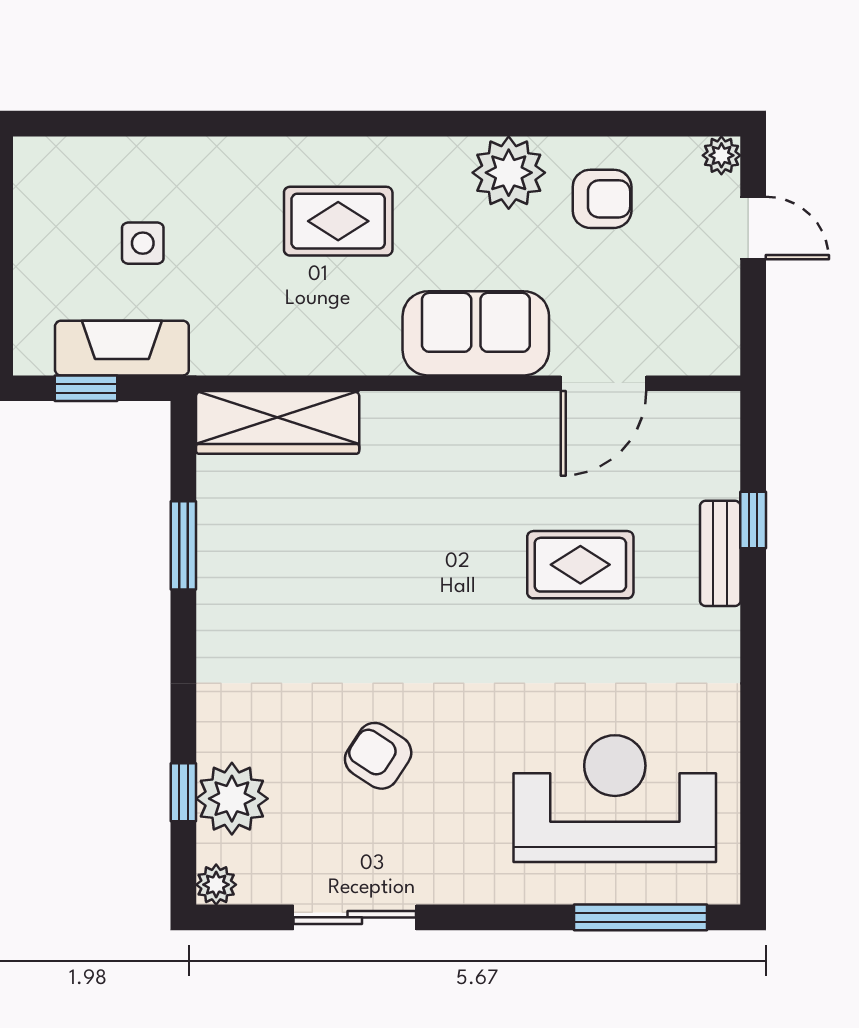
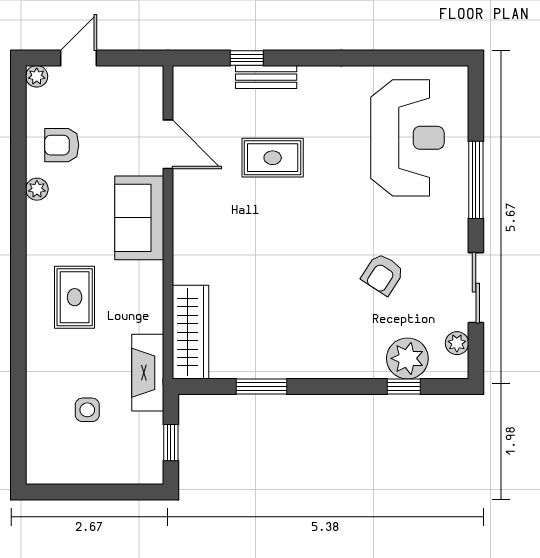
plant: (509, 173) -> (37, 189), width x0.53, depth x0.53
armchair: (602, 199) -> (62, 145), turned -90
fireplace: (122, 348) -> (148, 373), moved
rug: (580, 565) -> (273, 158), turned 90
reception desk: (615, 799) -> (407, 138), turned 180
plant: (216, 885) -> (457, 343), moved
window: (640, 917) -> (476, 180), moved

